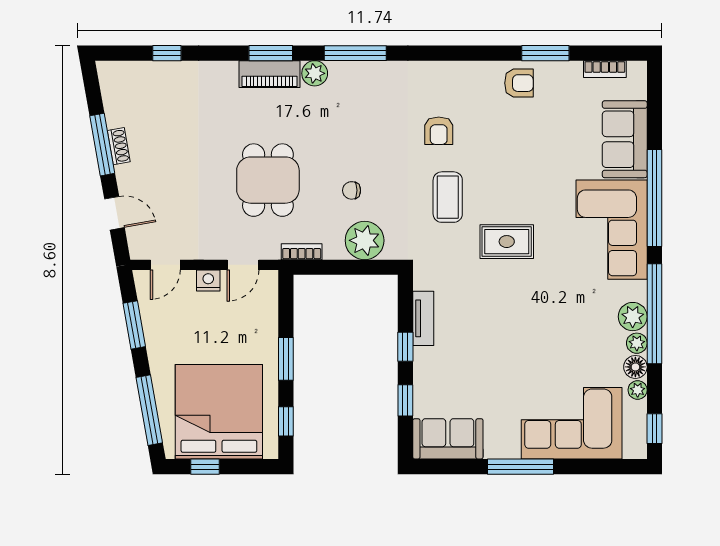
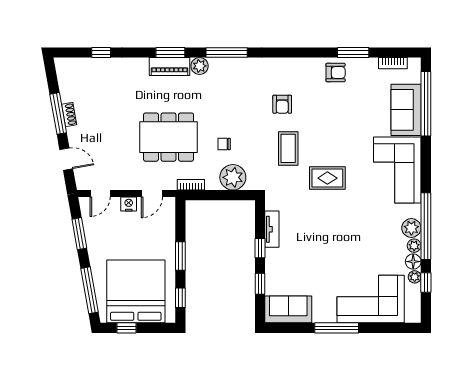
dining table: (268, 180) -> (168, 137), width x1.38
window: (654, 198) -> (426, 104), moved
window: (654, 429) -> (426, 283), moved

